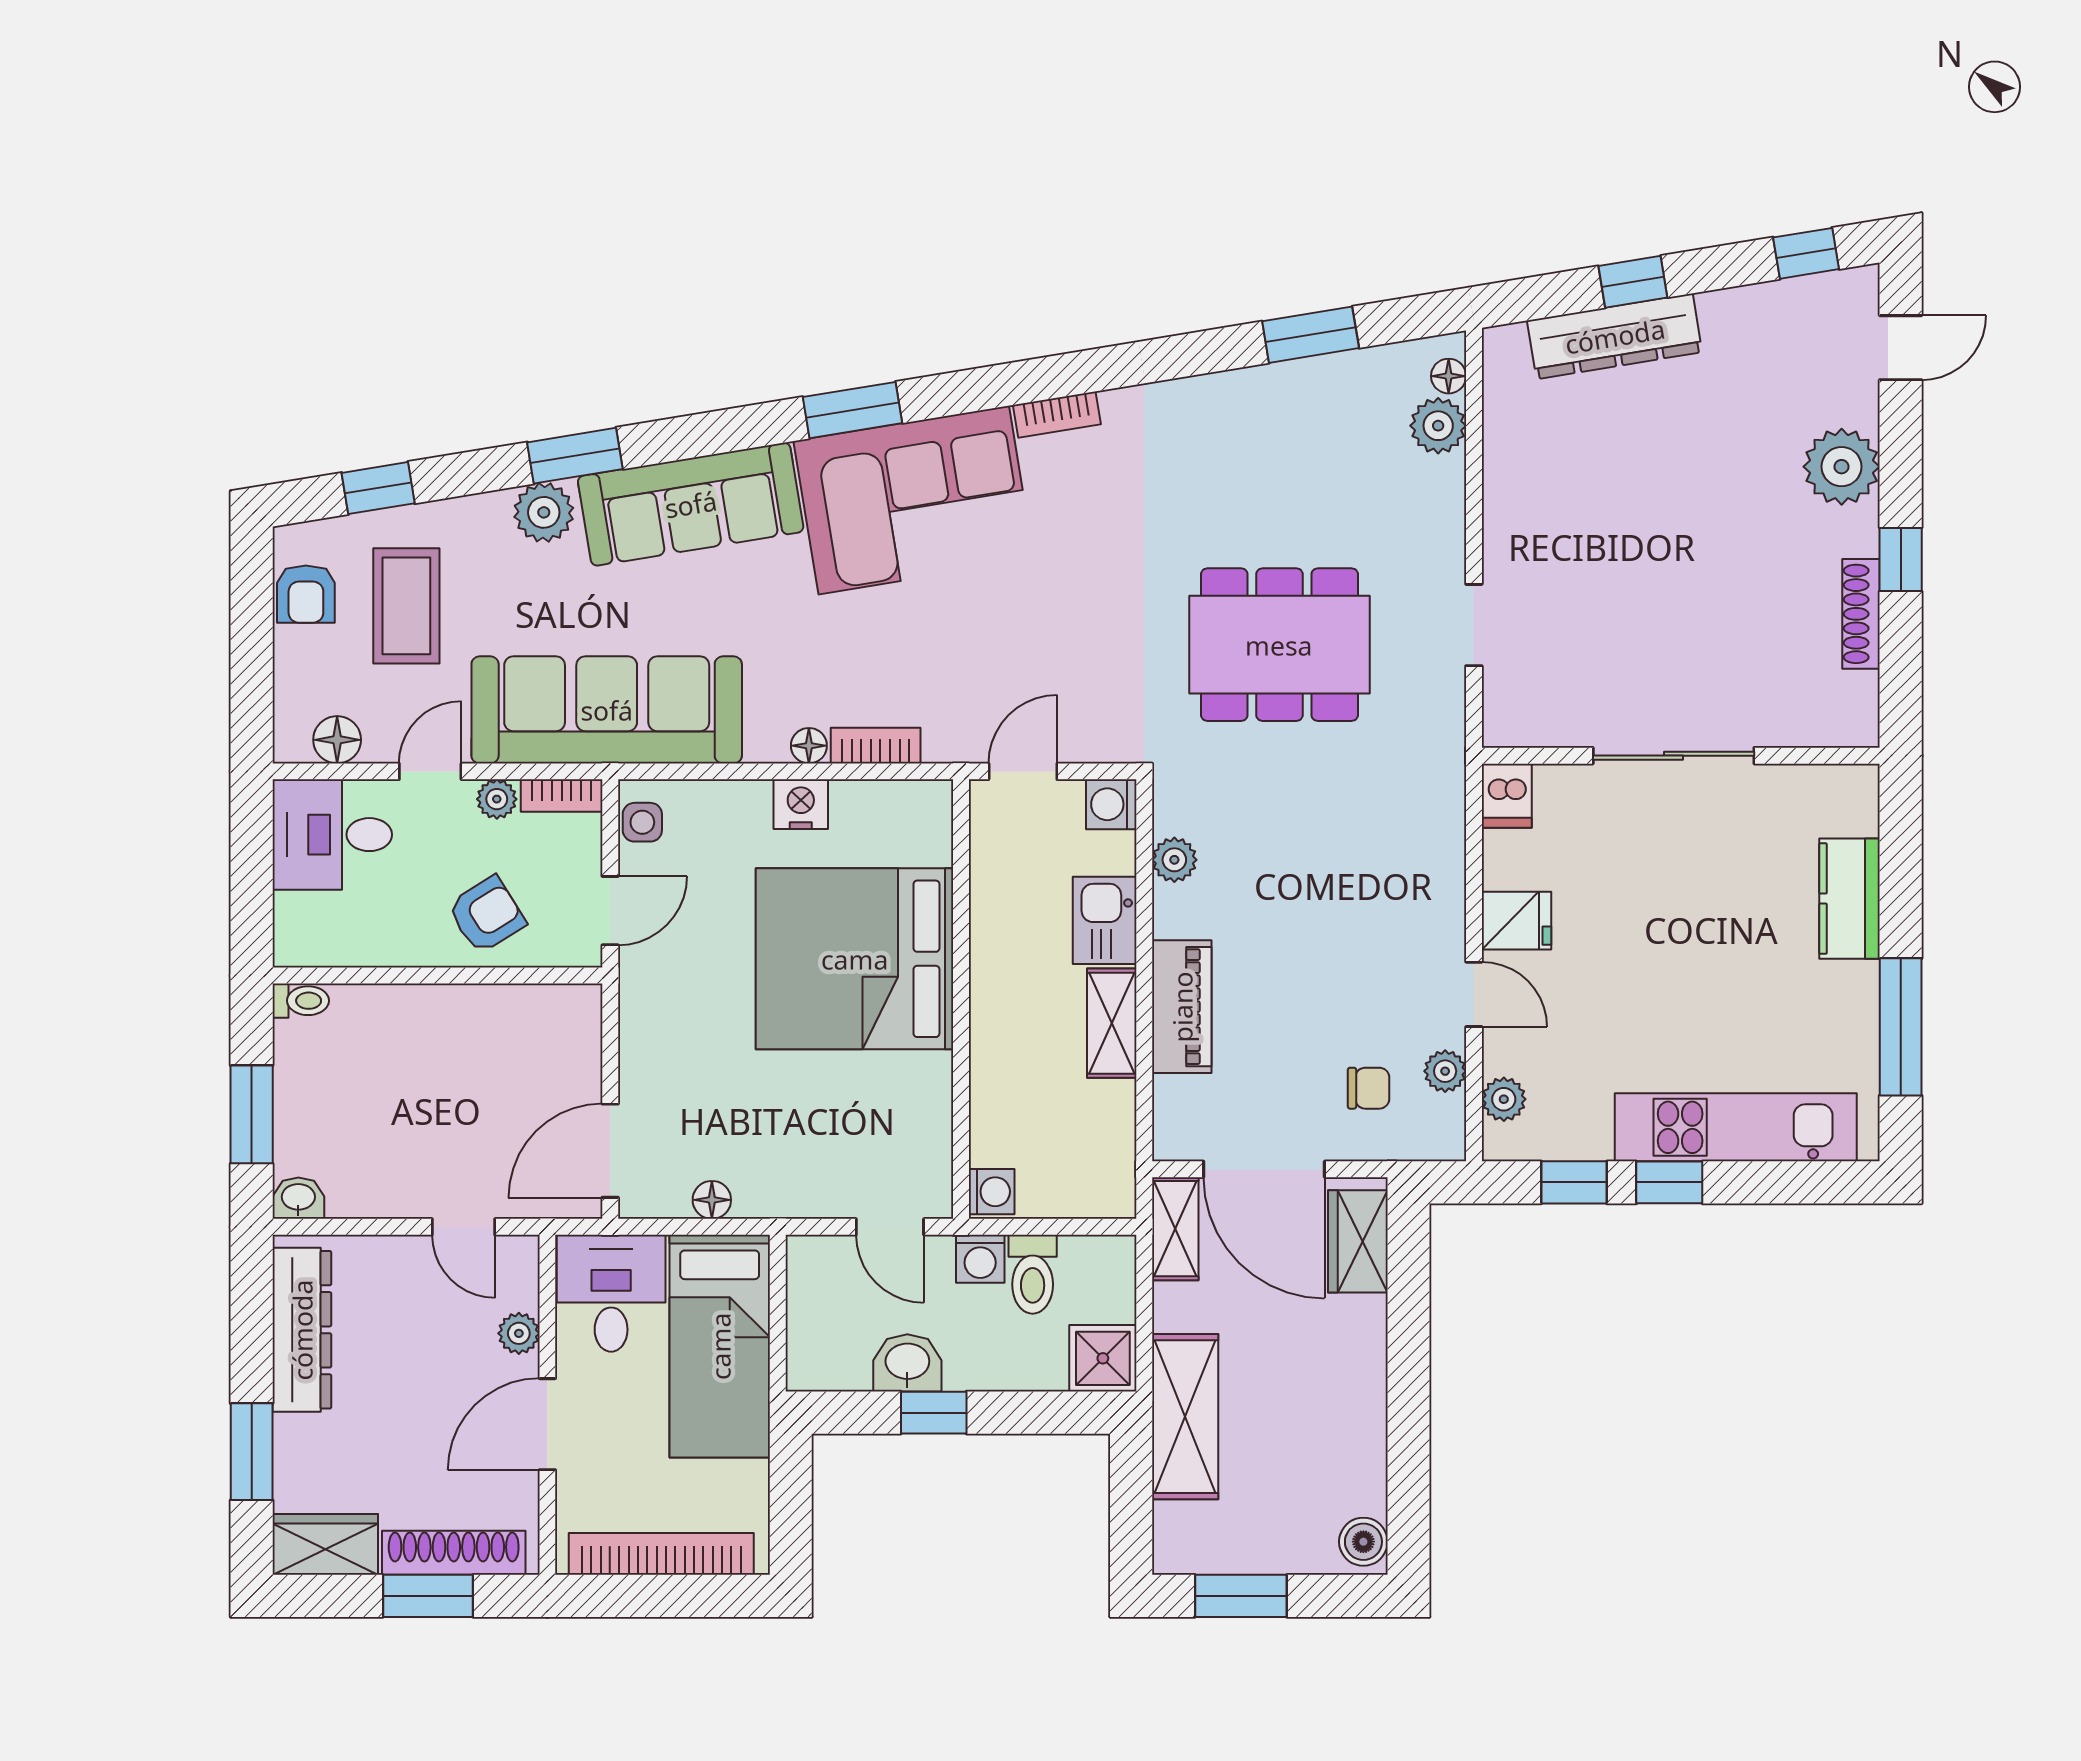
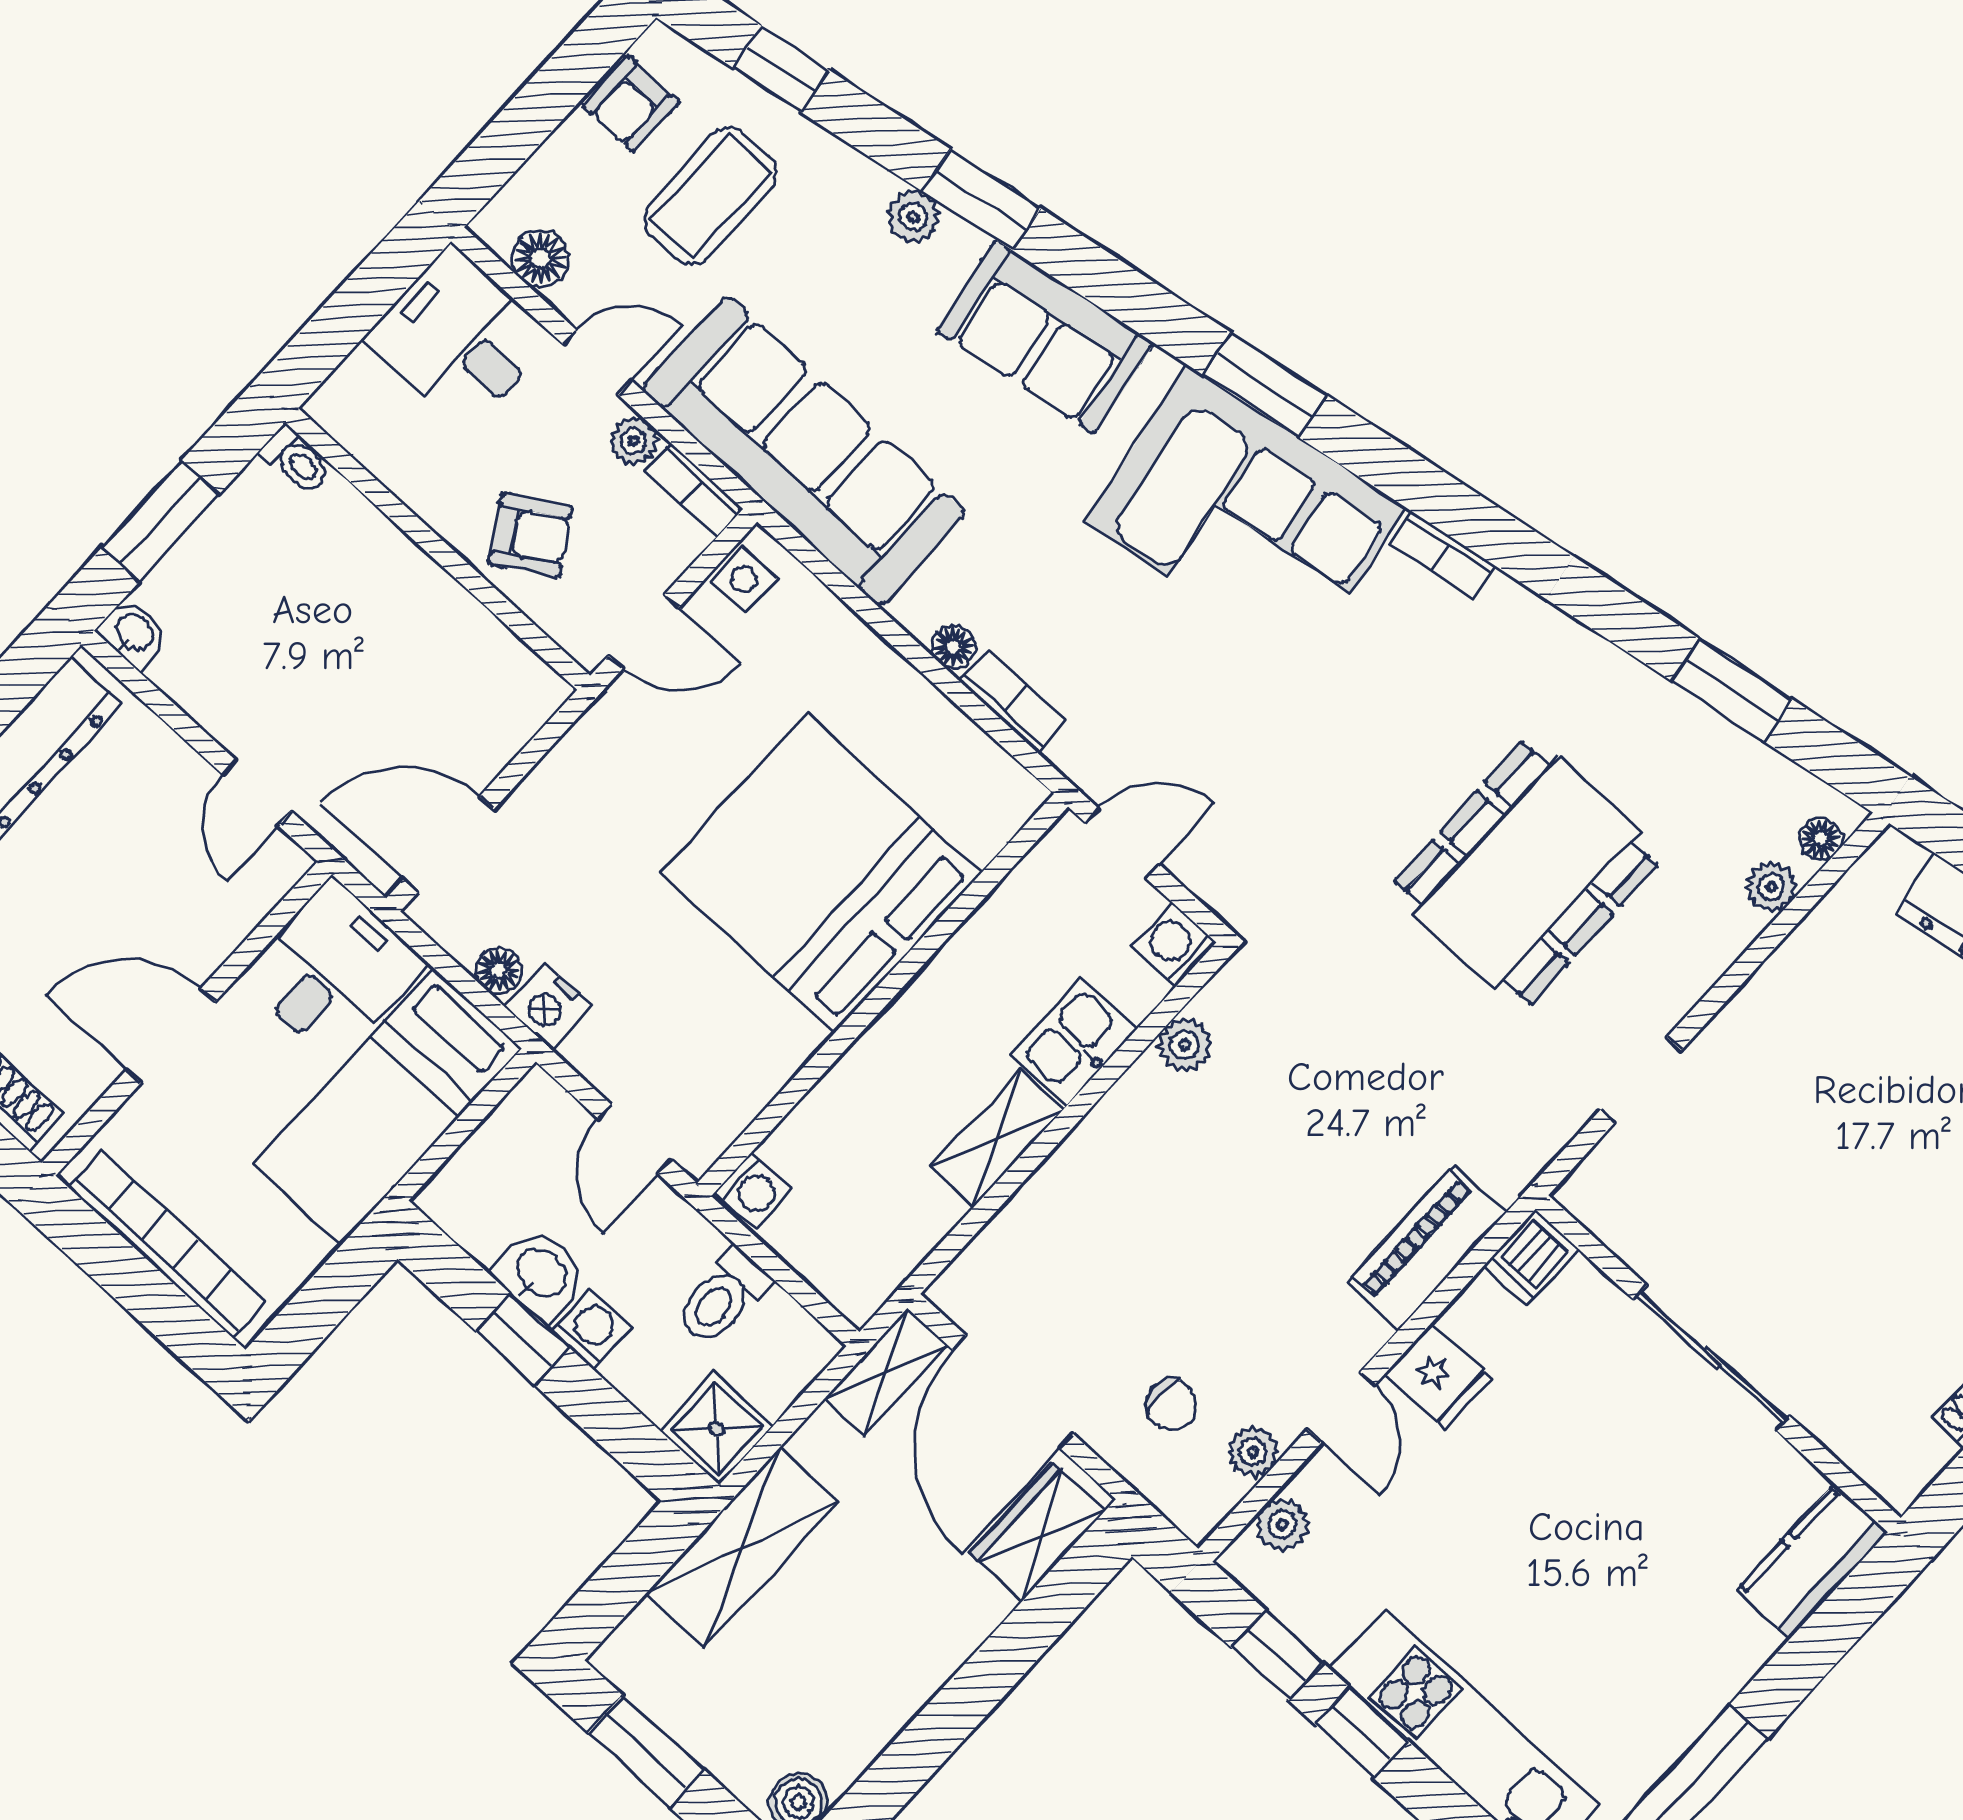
plant: (1438, 426) -> (1772, 887), width x0.73, depth x0.73
sofa: (691, 504) -> (1045, 337), width x0.73
plant: (544, 512) -> (913, 217), width x0.73, depth x0.73
dining table: (1279, 645) -> (1526, 873), moved, turned 90
nightstand: (801, 804) -> (548, 1006), moved, turned 180
kitchen counter: (1850, 899) -> (1812, 1561), moved
piano: (1182, 1007) -> (1426, 1247), moved, turned 180
washing machine: (980, 1259) -> (591, 1329), moved, turned 180
plant: (519, 1333) -> (219, 932), removed

